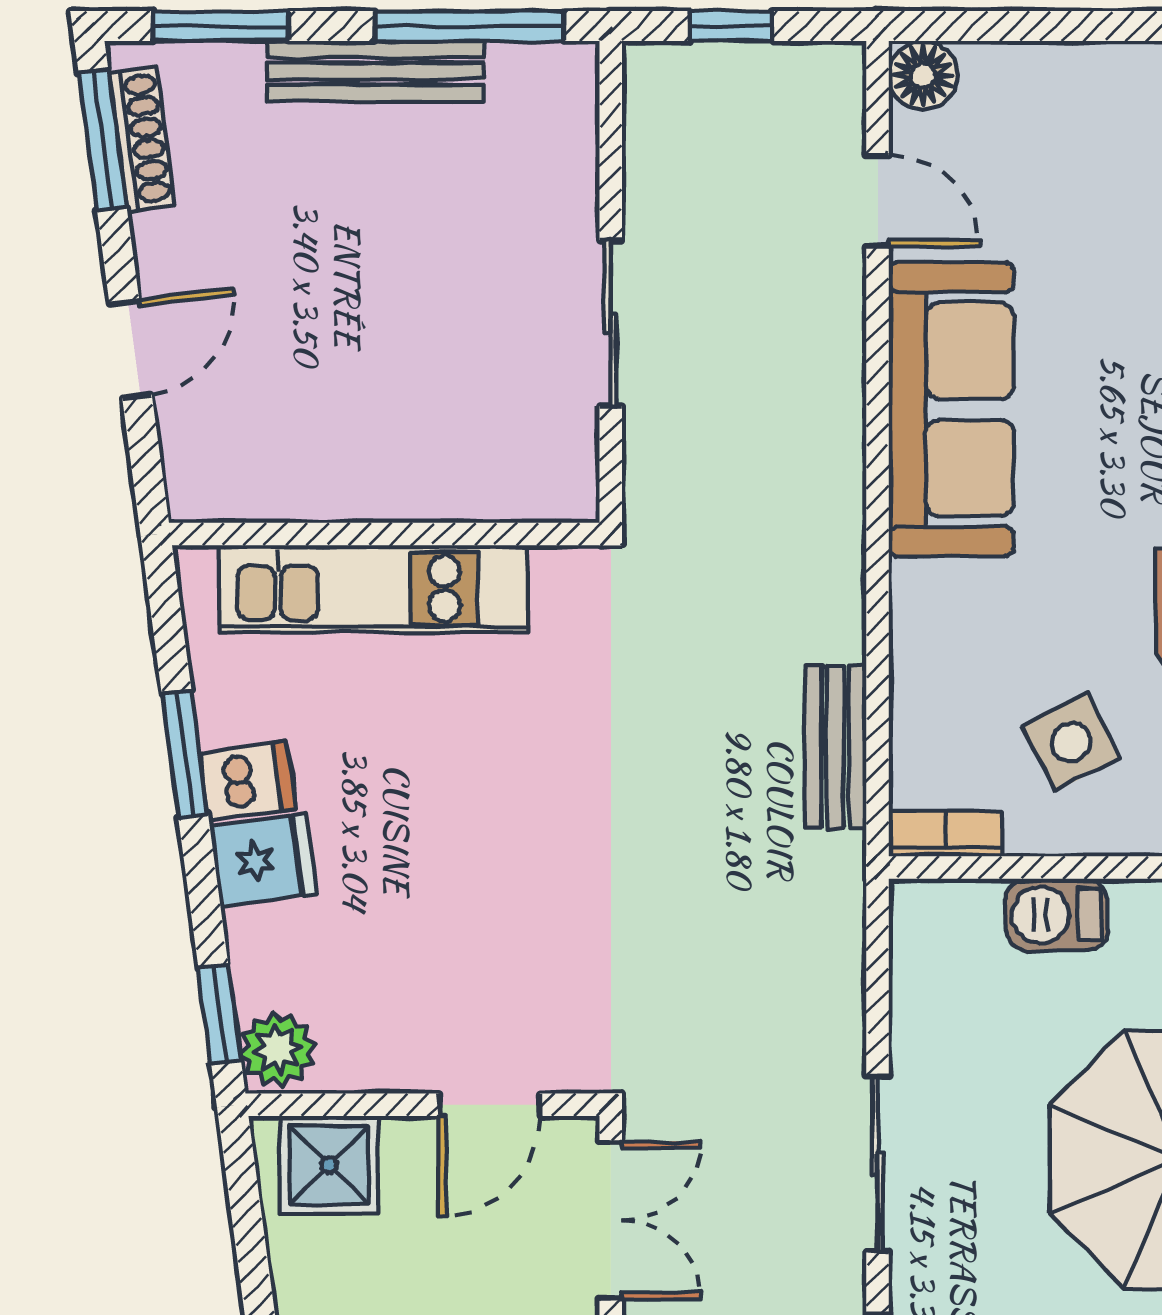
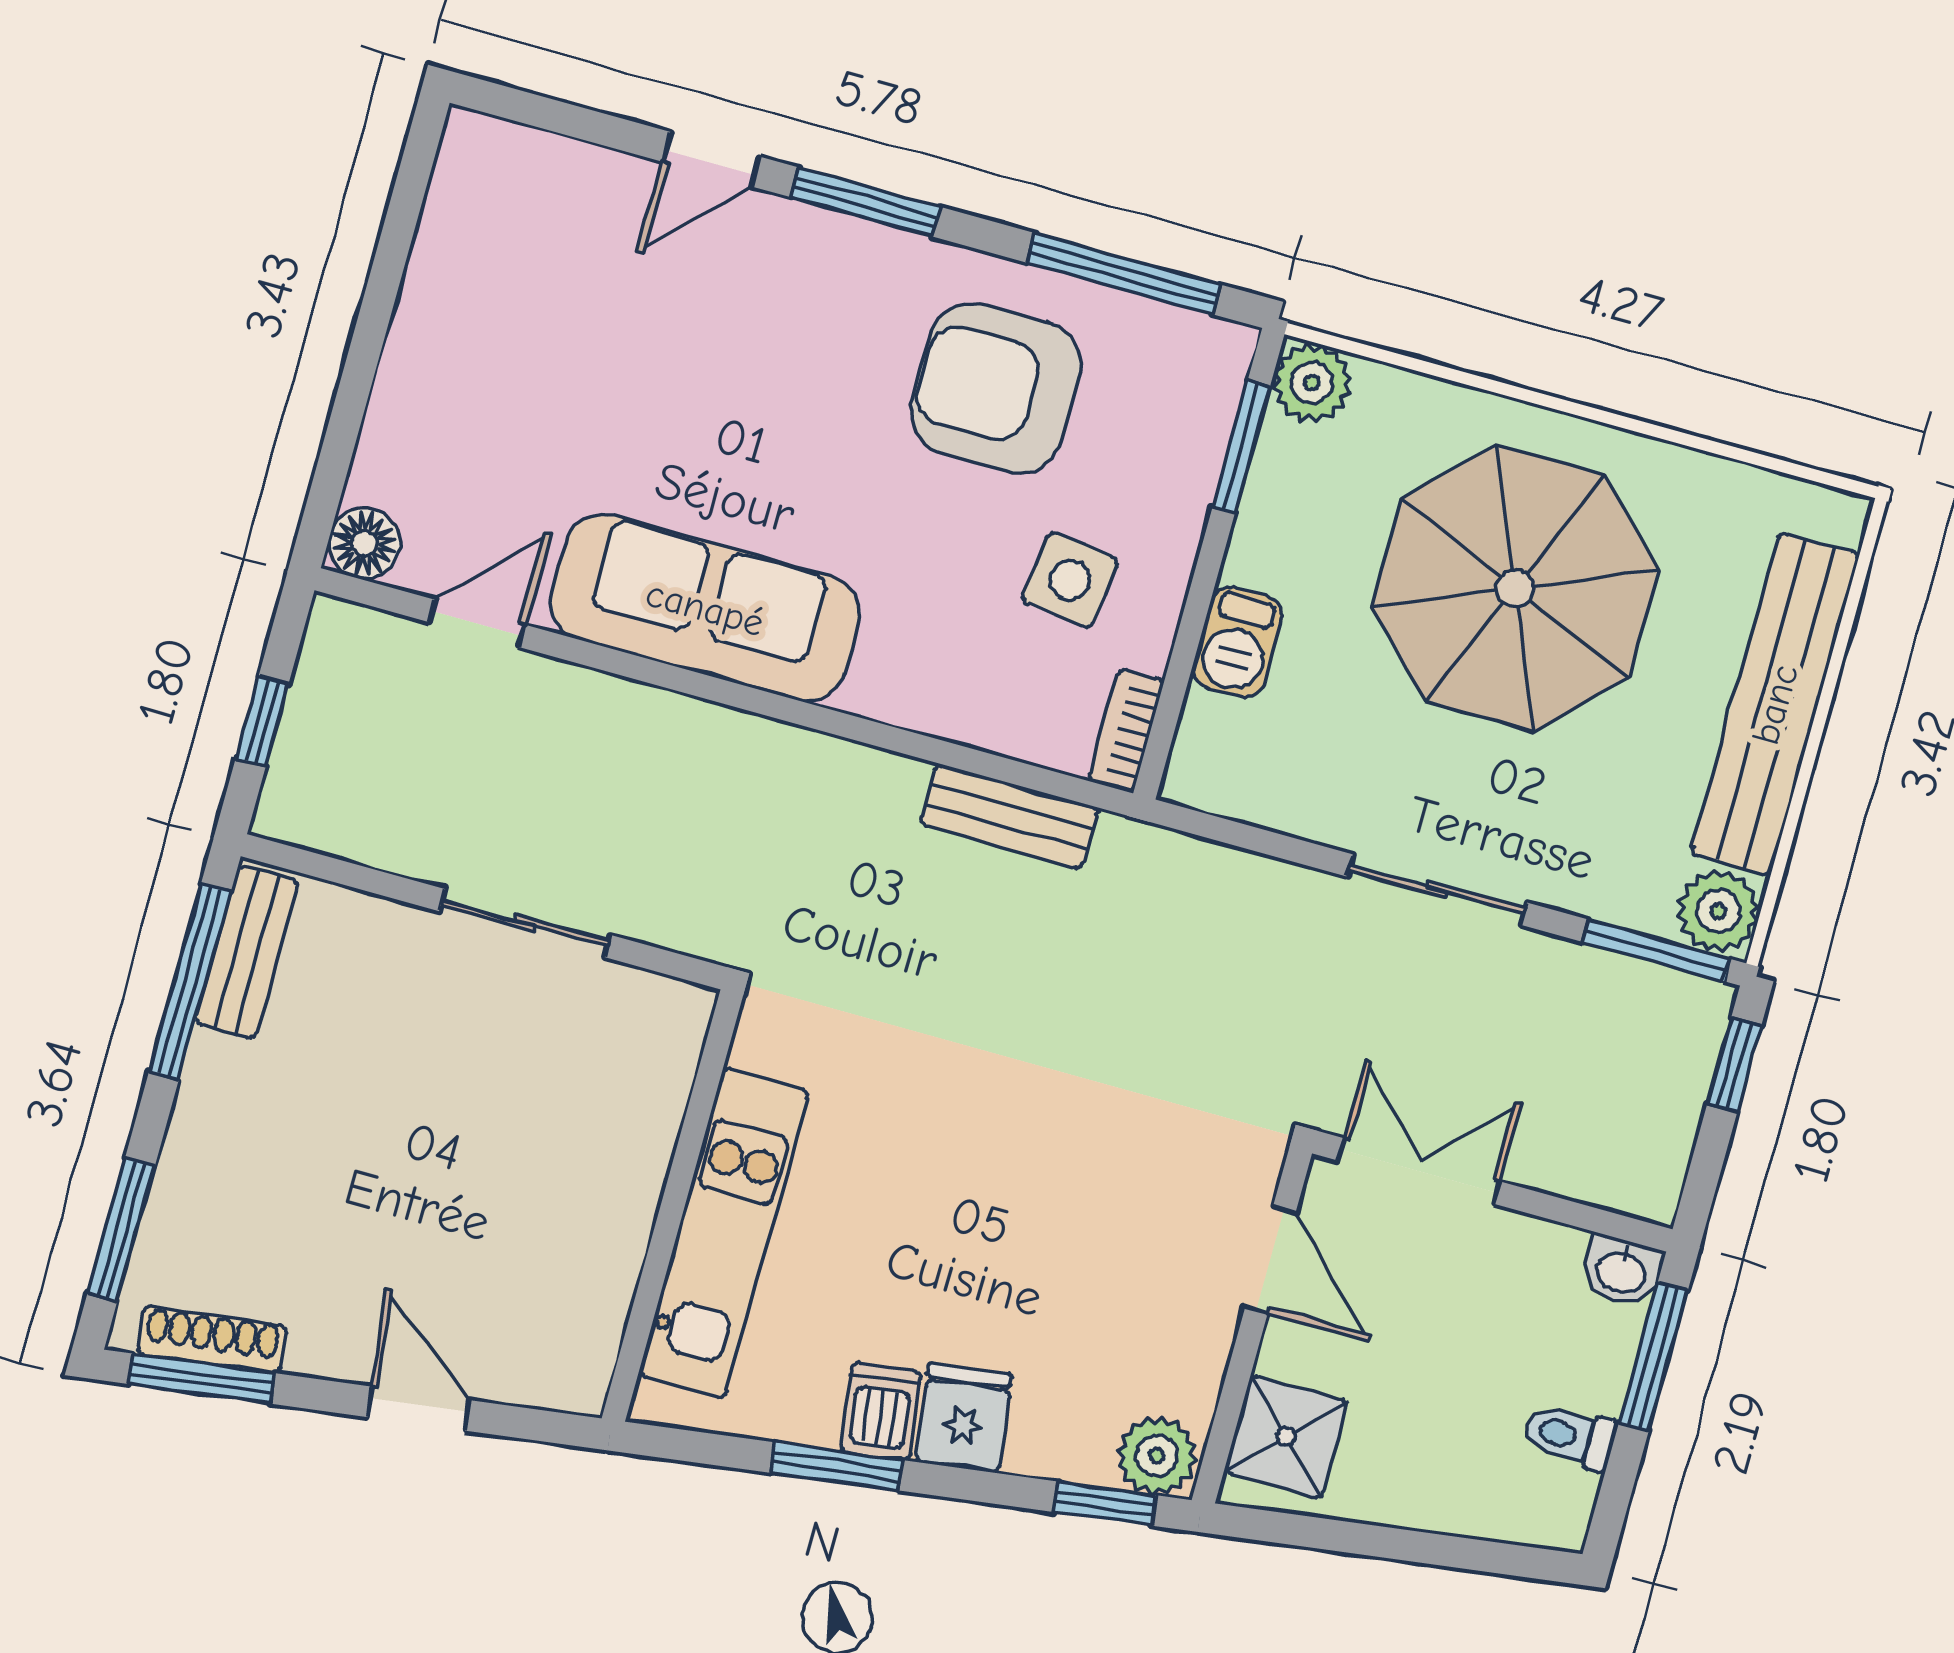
bench: (376, 71) -> (247, 952), moved, width x0.73
side table: (1071, 742) -> (1070, 580), turned 34

